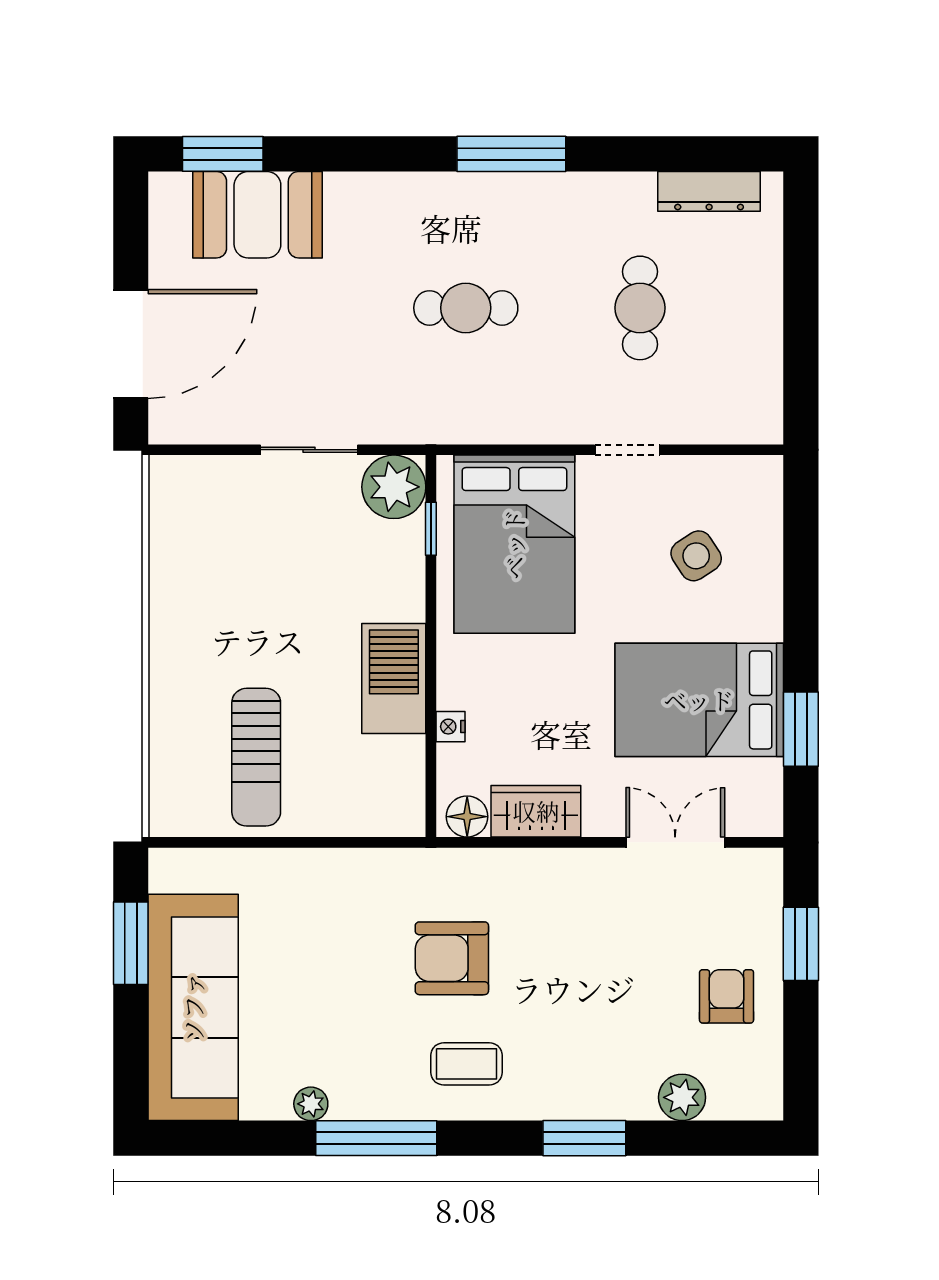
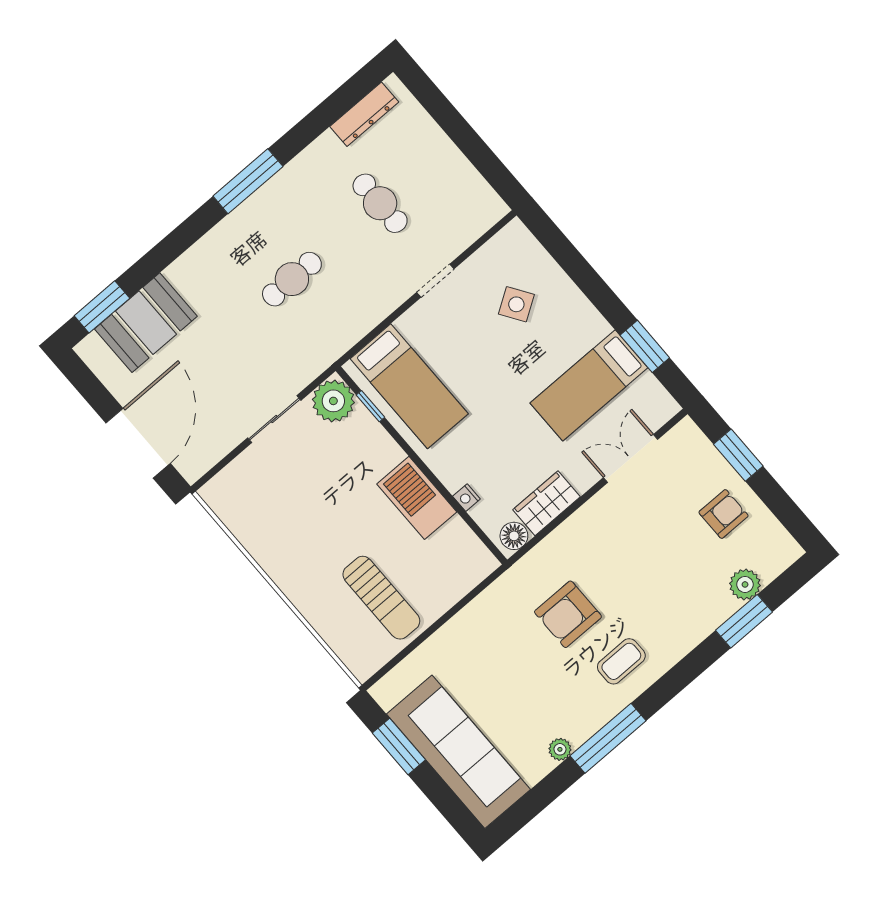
bed: (514, 544) -> (409, 386), width x0.67
bed: (699, 700) -> (589, 385), width x0.67
armchair: (727, 996) -> (724, 514), turned 90
window: (584, 1138) -> (744, 621), moved

